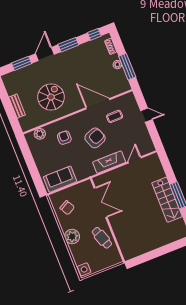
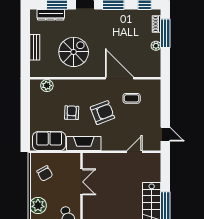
window: (127, 67) -> (165, 33), moved
dresser: (20, 74) -> (51, 15), added
door: (146, 115) -> (165, 134), moved
armchair: (64, 138) -> (72, 113), moved
fireplace: (109, 162) -> (84, 144), moved
double door: (100, 203) -> (81, 182), width x0.73

